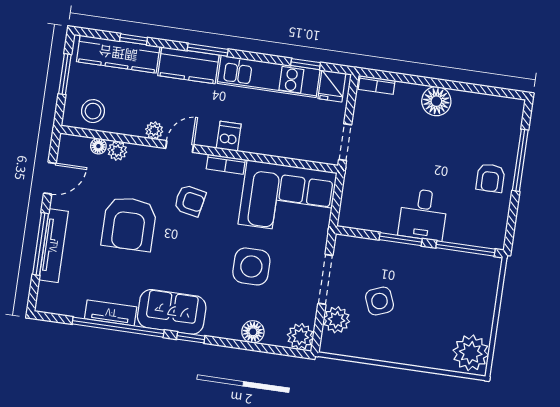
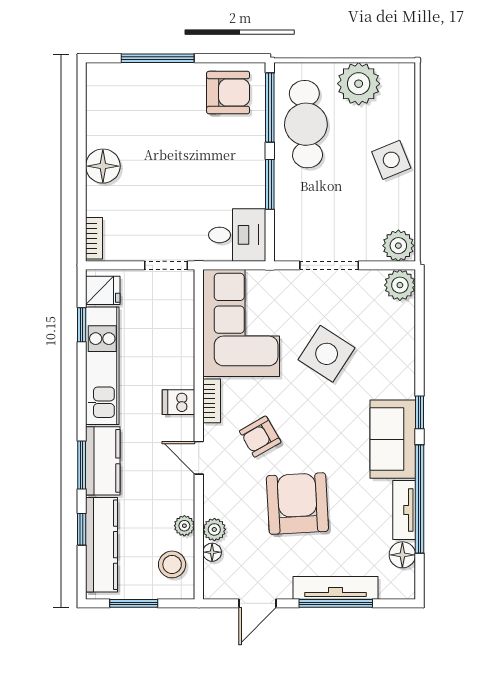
window: (208, 50) -> (82, 465), moved
plant: (154, 130) -> (184, 526), moved
door: (50, 178) -> (258, 603), swing flipped
armchair: (490, 178) -> (228, 93), moved, width x1.38, depth x1.38
armchair: (190, 201) -> (260, 437), turned -131
desk: (423, 214) -> (237, 235), moved
armchair: (129, 224) -> (297, 504), turned -93
side table: (251, 266) -> (327, 354), turned 33
cafe table: (447, 277) -> (306, 124), added
side table: (379, 301) -> (391, 160), moved
plant: (337, 320) -> (398, 246), moved
floor lamp: (253, 332) -> (402, 555), moved
plant: (471, 353) -> (359, 84), moved

